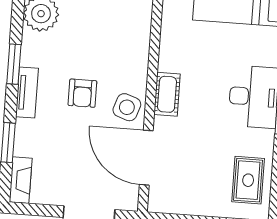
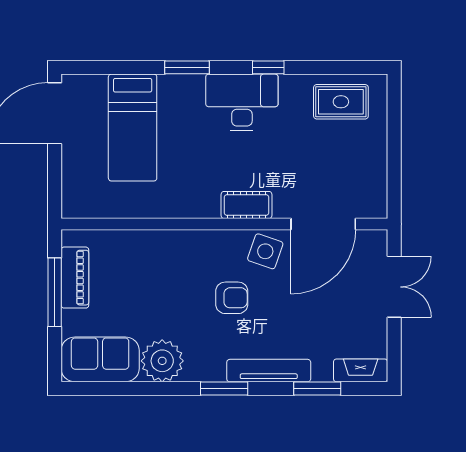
tv unit: (27, 93) -> (269, 371), width x1.41
armchair: (82, 93) -> (232, 298), moved

